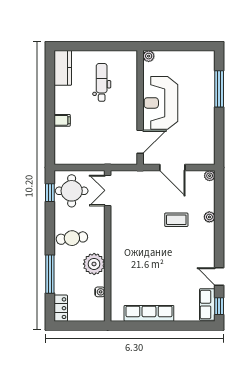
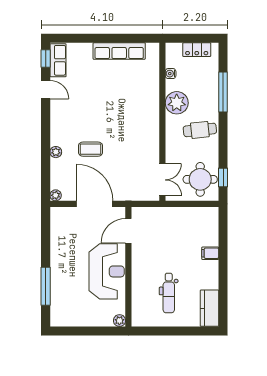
door: (172, 168) -> (95, 204), width x1.36
locker: (61, 308) -> (197, 50), moved, turned -90

